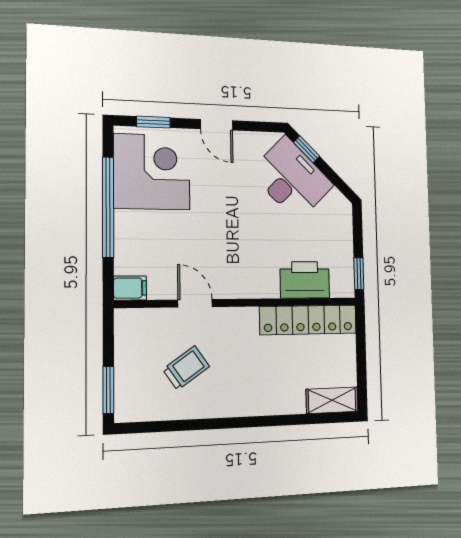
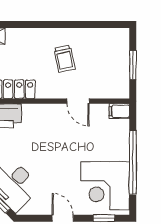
trolley: (186, 368) -> (65, 59), moved, turned -67
window: (108, 390) -> (133, 65), moved

